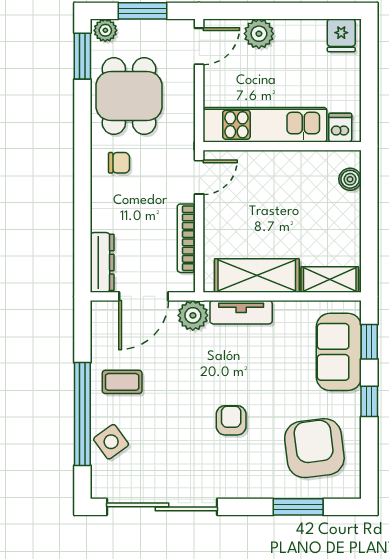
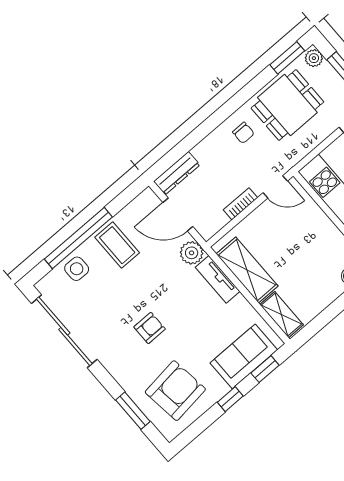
bookcase: (186, 238) -> (240, 204), width x0.64
coffee table: (122, 382) -> (117, 245), width x1.36, depth x1.30
side table: (111, 442) -> (77, 269), turned 36

